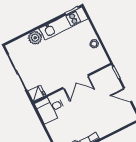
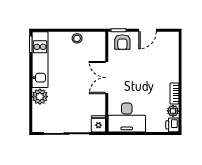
armchair: (109, 80) -> (122, 42), added
double door: (76, 82) -> (107, 78), swing flipped
desk: (51, 109) -> (127, 118), width x1.37

